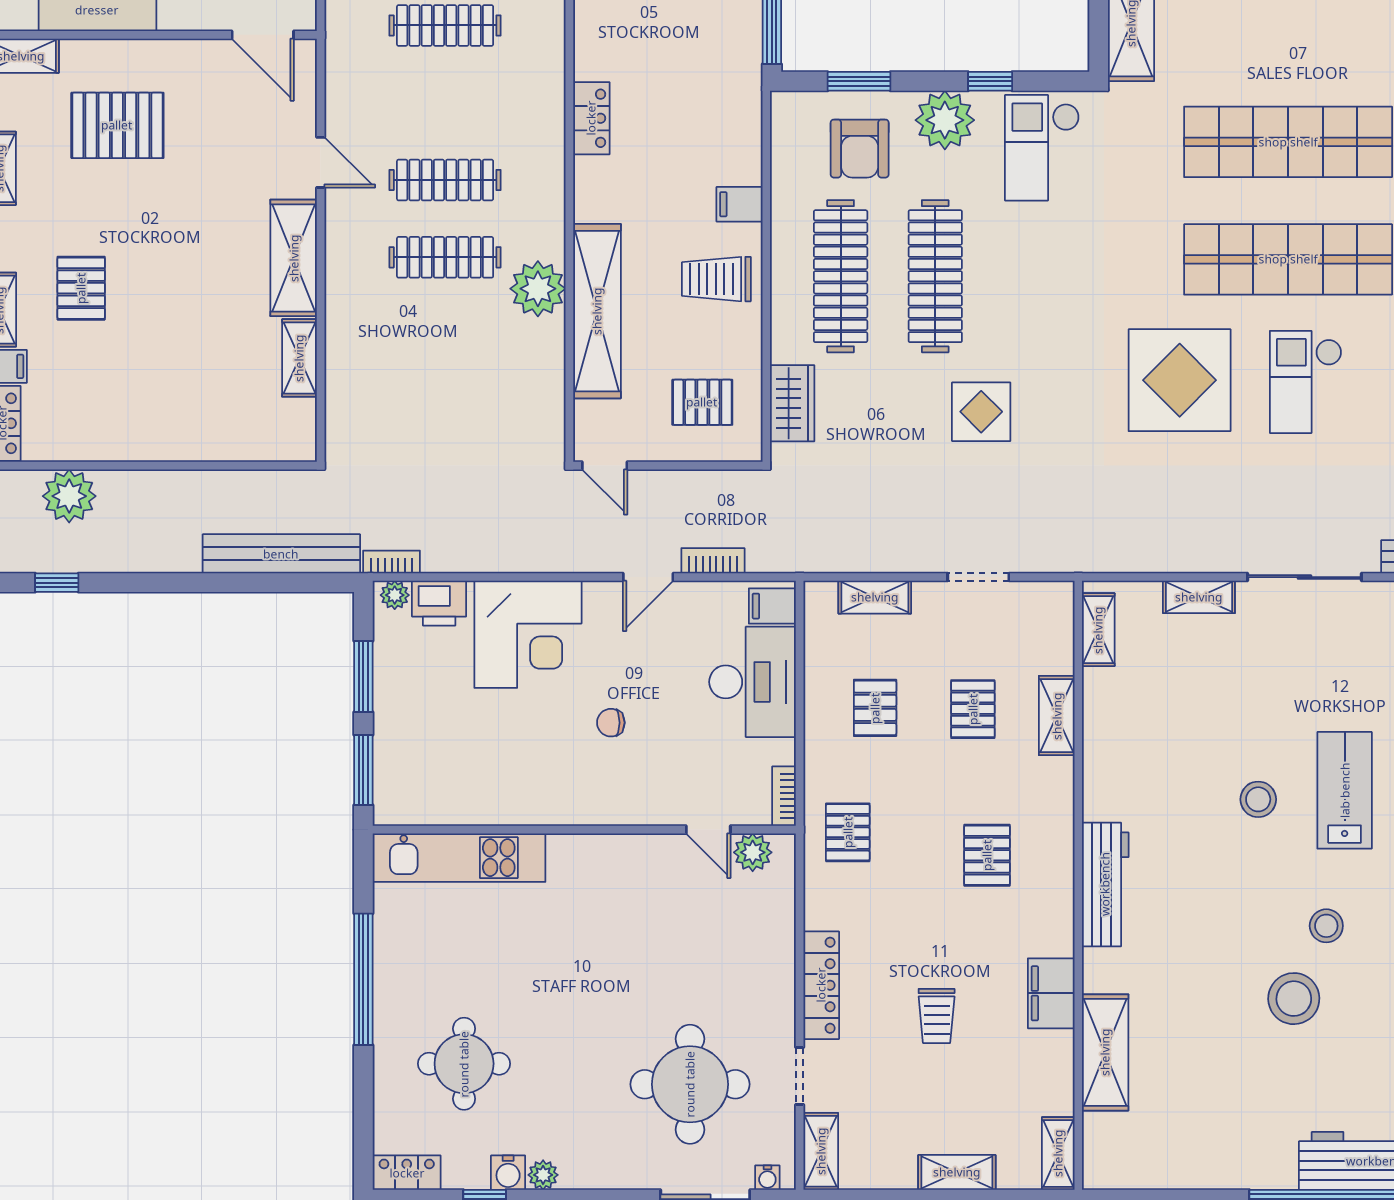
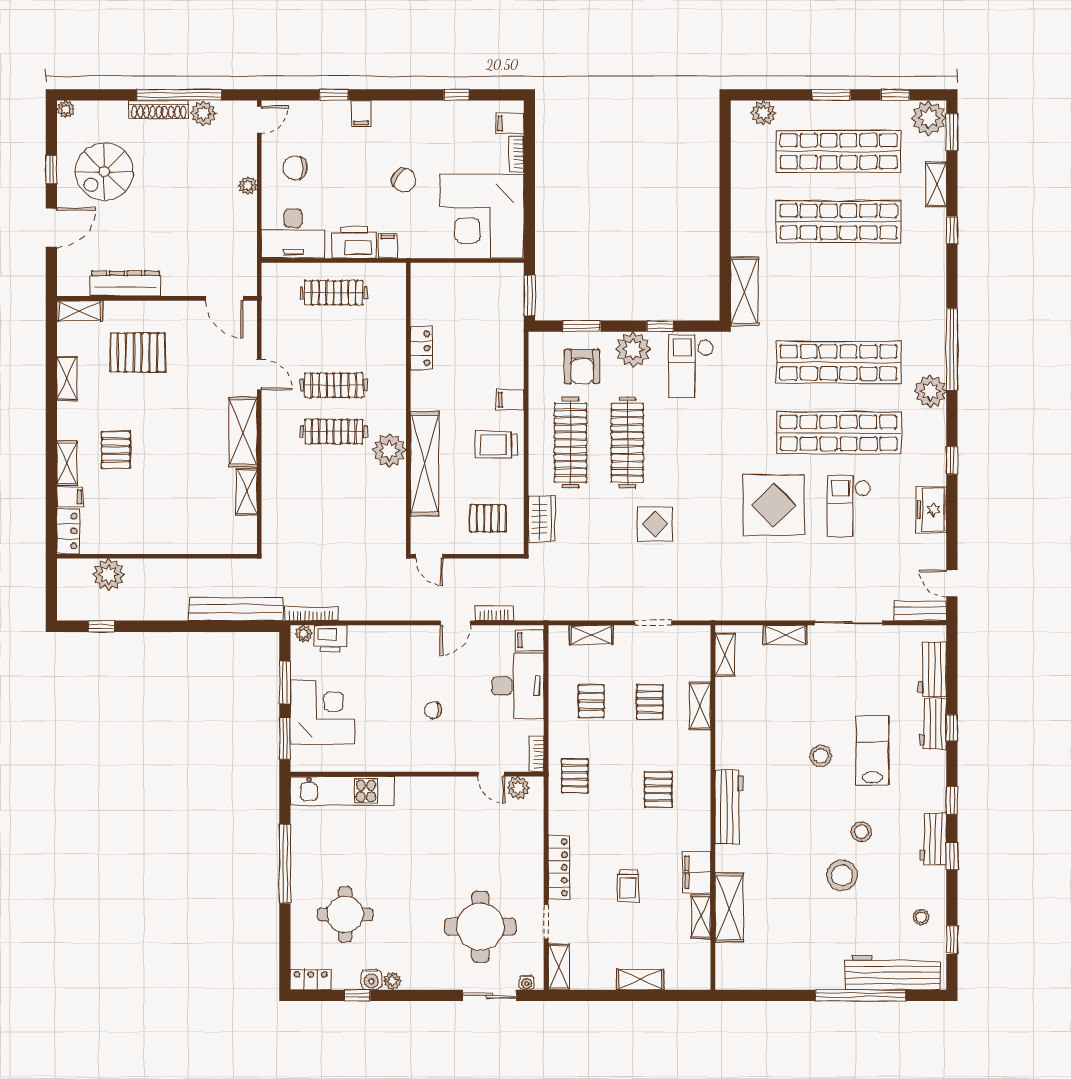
bookcase: (392, 562) -> (311, 614), width x1.56
corner desk: (528, 634) -> (322, 712), moved, turned -90
shelving: (1058, 1153) -> (701, 917), moved

